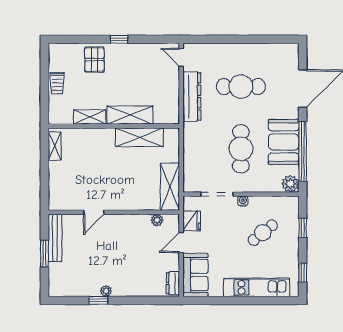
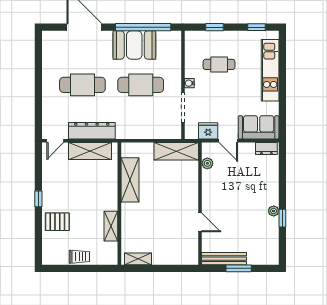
cafe table: (241, 87) -> (82, 85), turned 90
shelving: (130, 115) -> (90, 151), moved, turned 90
plant: (290, 184) -> (173, 39), removed
cafe table: (263, 233) -> (219, 64), turned -51

